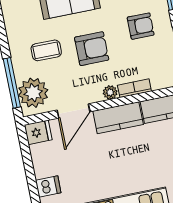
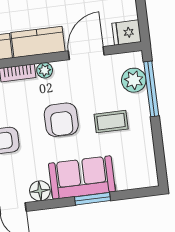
armchair: (92, 49) -> (61, 120), turned -90
plant: (33, 93) -> (134, 80), width x0.73, depth x0.73

